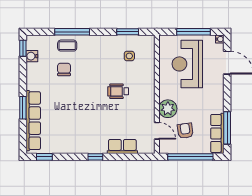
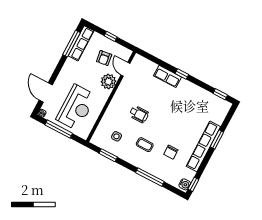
coffee table: (67, 46) -> (145, 145), moved
water cooler: (32, 56) -> (185, 184), moved
row of seats: (33, 121) -> (203, 146), moved
row of seats: (122, 147) -> (167, 76), moved
window: (190, 157) -> (111, 36), width x0.32

